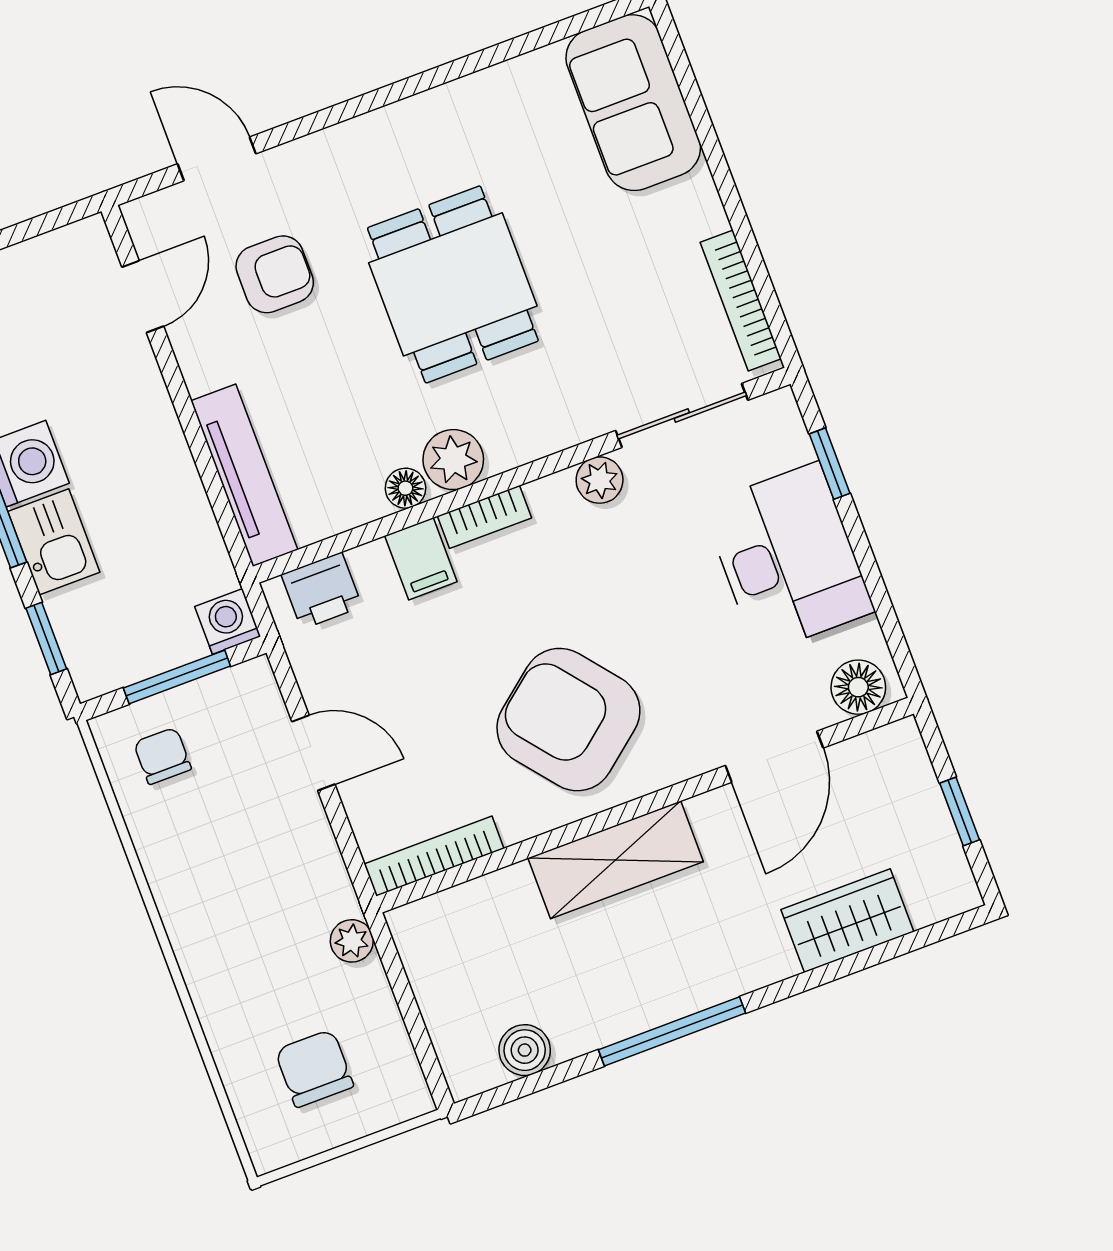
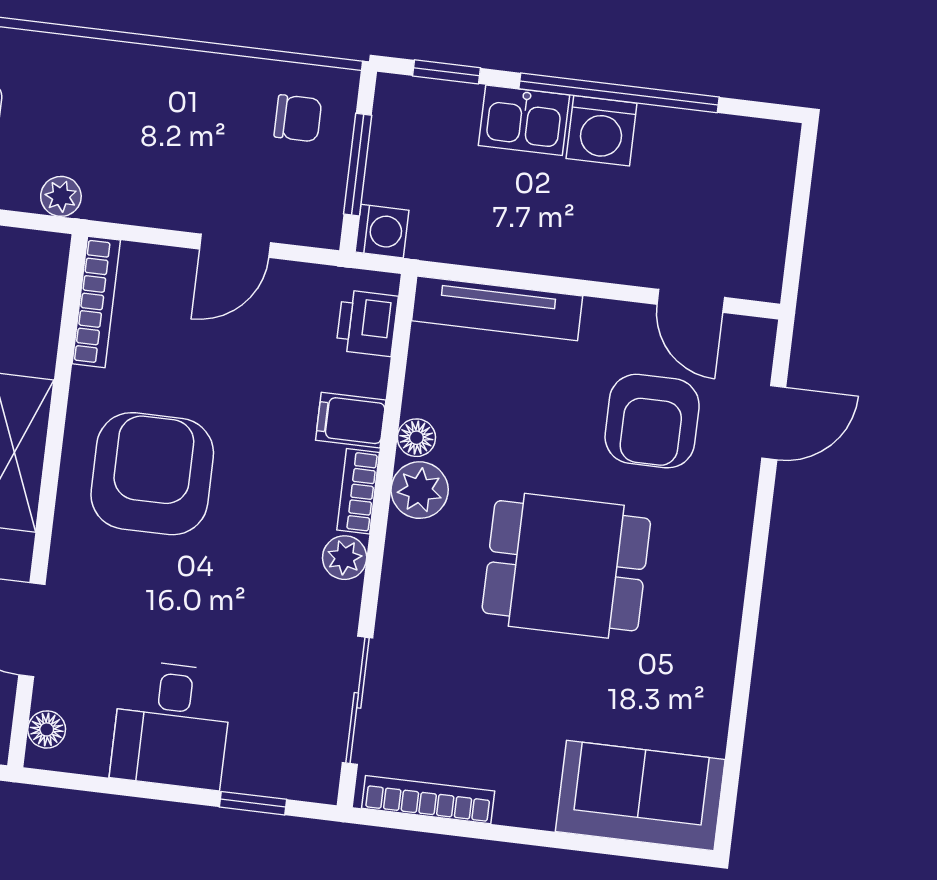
armchair: (275, 274) -> (652, 421), width x1.38, depth x1.38
plant: (600, 480) -> (345, 558), moved
desk: (788, 558) -> (171, 725), width x0.73
floor lamp: (858, 687) -> (47, 729), width x0.73, depth x0.73
armchair: (568, 720) -> (152, 474), turned -51

